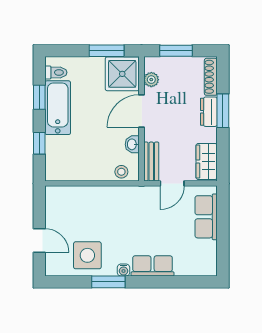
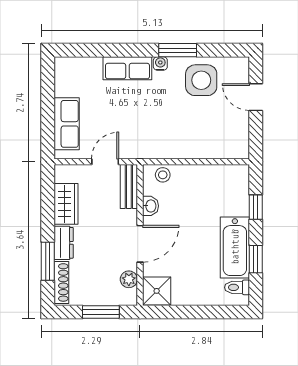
window: (107, 51) -> (180, 312), removed
shower: (122, 74) -> (157, 291), width x0.73, depth x0.73
window: (223, 111) -> (48, 261), moved
wardrobe: (207, 162) -> (66, 204), moved

